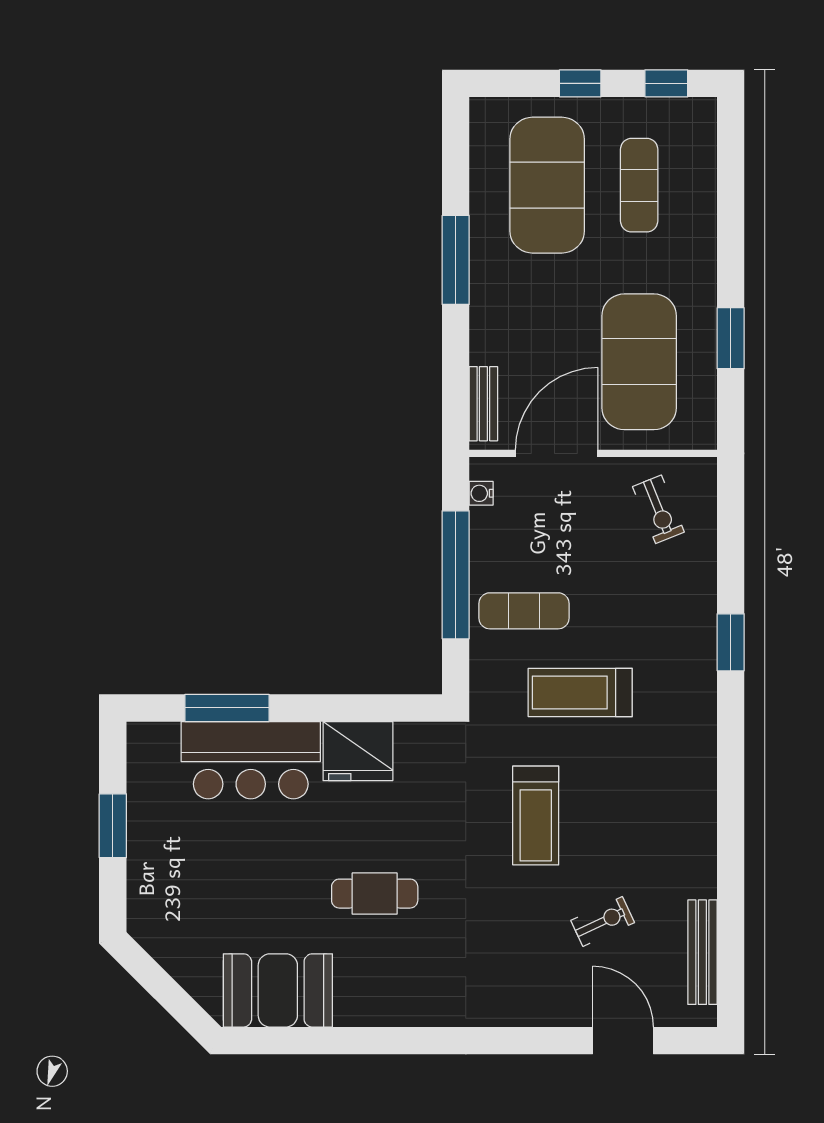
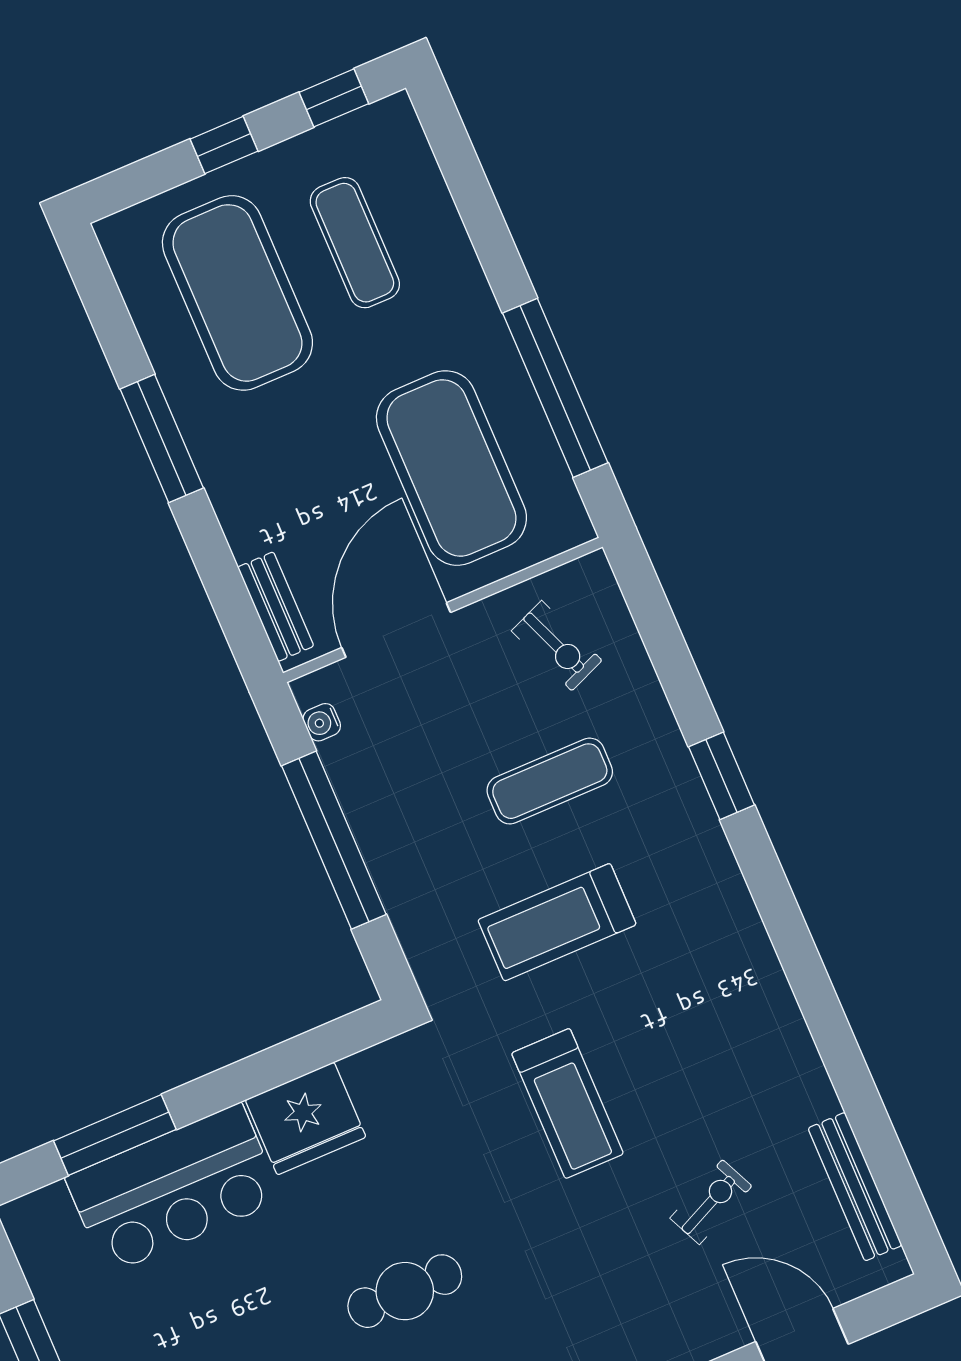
window: (731, 338) -> (555, 388), width x2.11
exercise mat: (524, 611) -> (550, 781), moved

